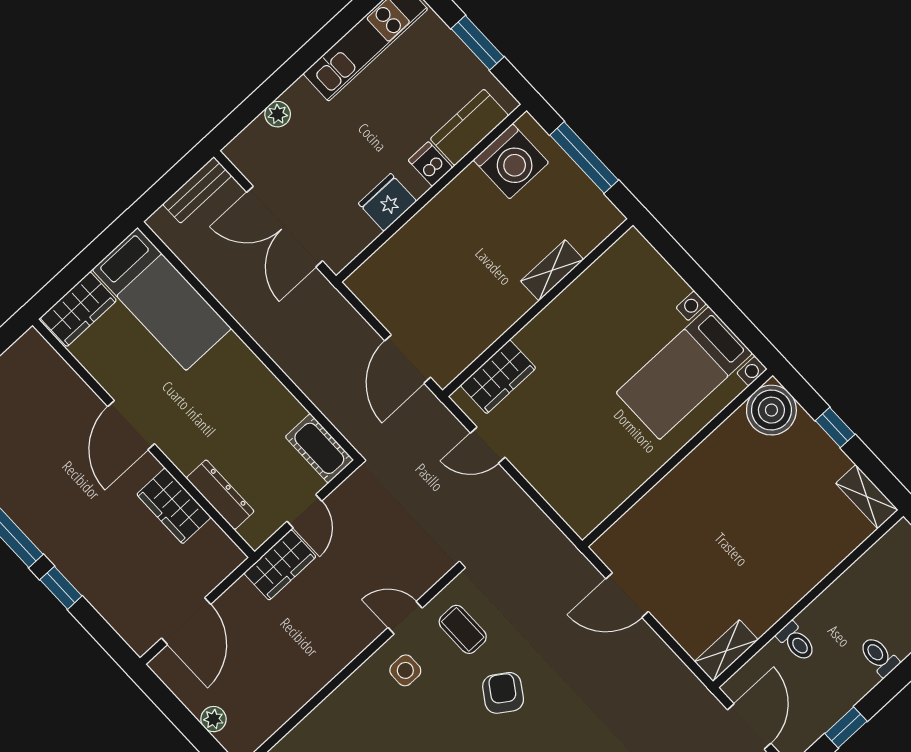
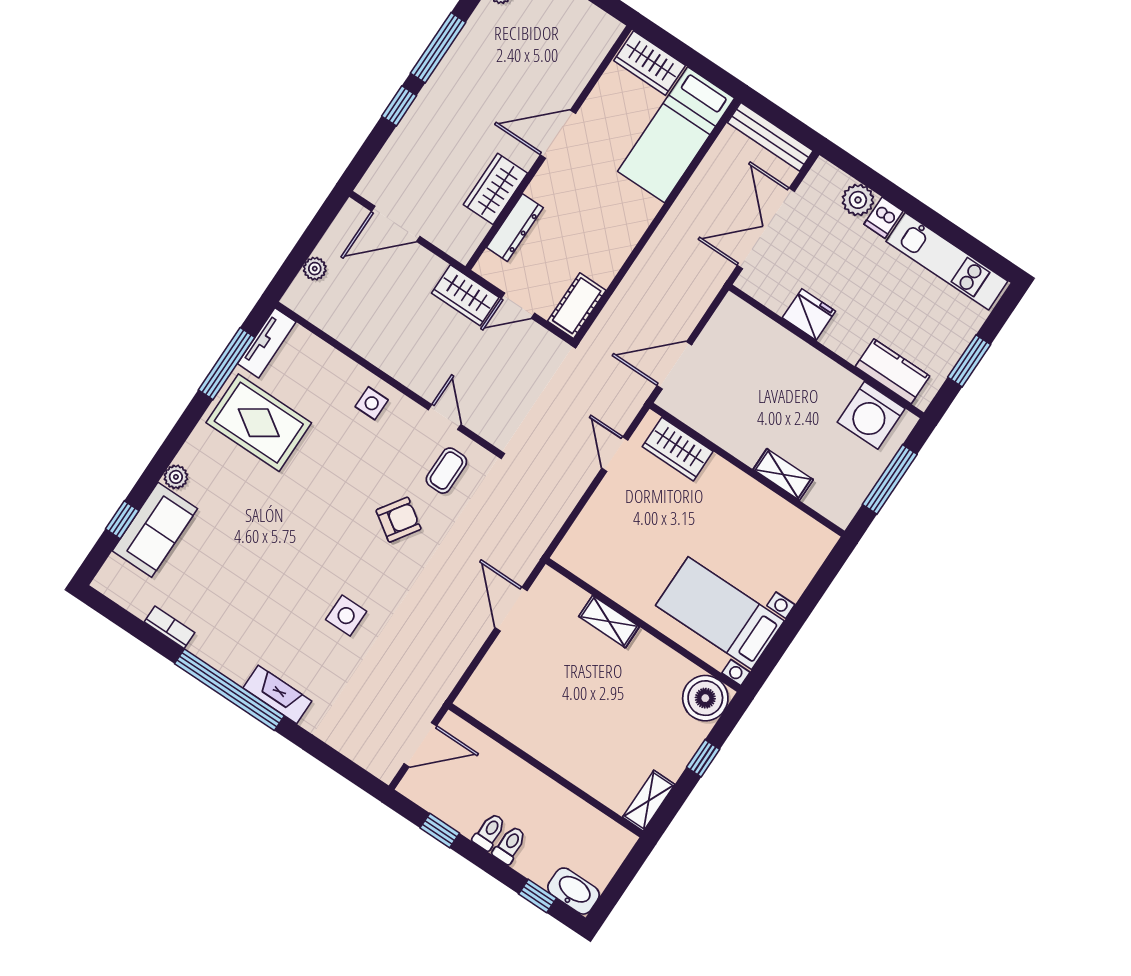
plant: (278, 114) -> (858, 200), width x1.38, depth x1.38
dishwasher: (430, 164) -> (883, 218), moved, turned 180
bench: (197, 190) -> (770, 137), width x1.36
toilet: (796, 642) -> (489, 832), moved, turned 180
shelving: (726, 651) -> (609, 622), moved
side table: (405, 670) -> (372, 403), moved

